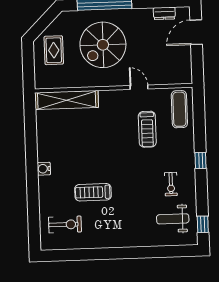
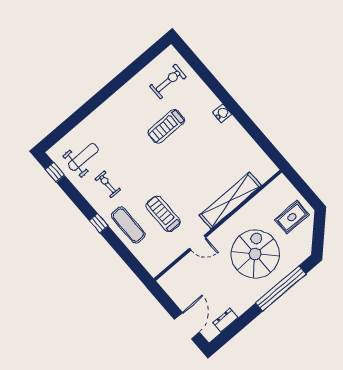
rug: (54, 50) -> (292, 217), turned 90
shelving: (67, 100) -> (230, 201), moved
exercise mat: (179, 109) -> (128, 225), moved
treadmill: (93, 192) -> (166, 126), turned 180
exercise bike: (65, 225) -> (168, 81), turned 180

